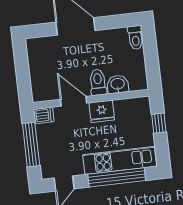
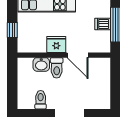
toilet: (135, 38) -> (41, 100), moved
dishwasher: (44, 115) -> (103, 24), moved

